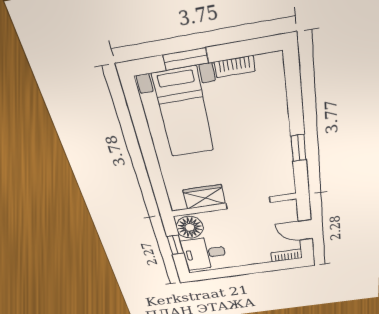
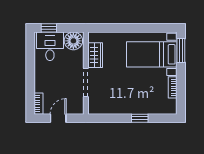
window: (186, 59) -> (181, 50), moved
window: (299, 148) -> (140, 118), moved
window: (175, 245) -> (49, 28), moved

